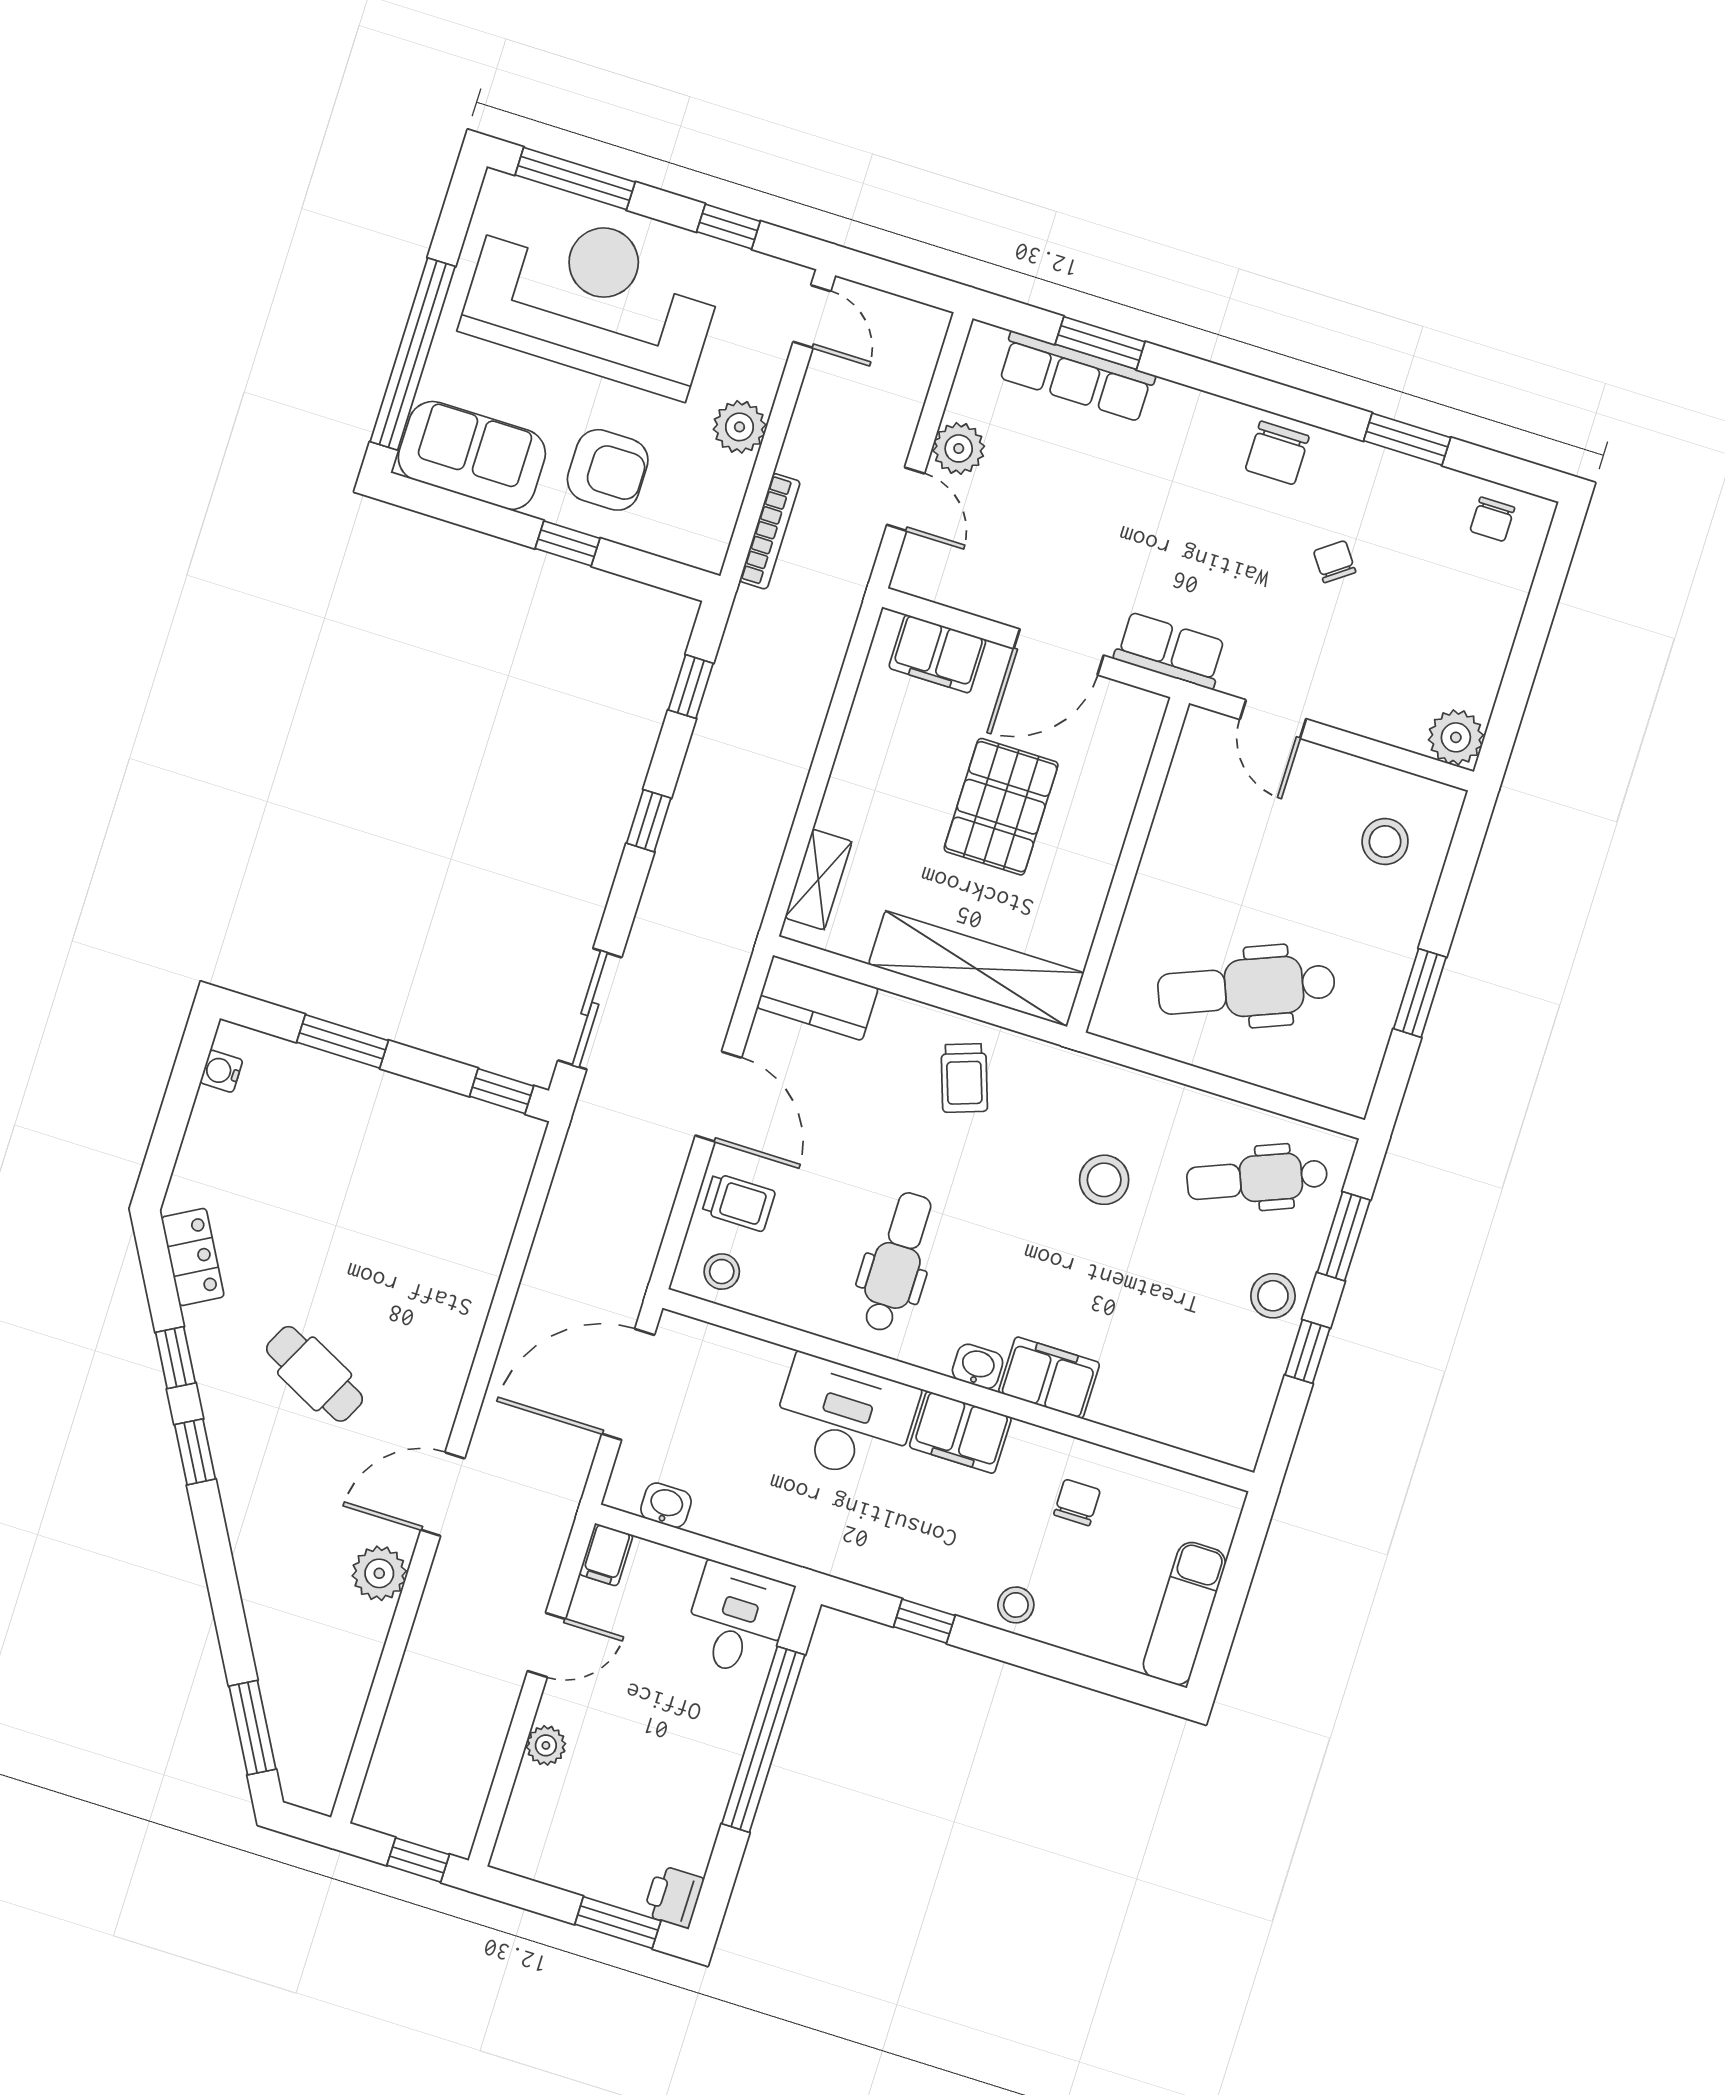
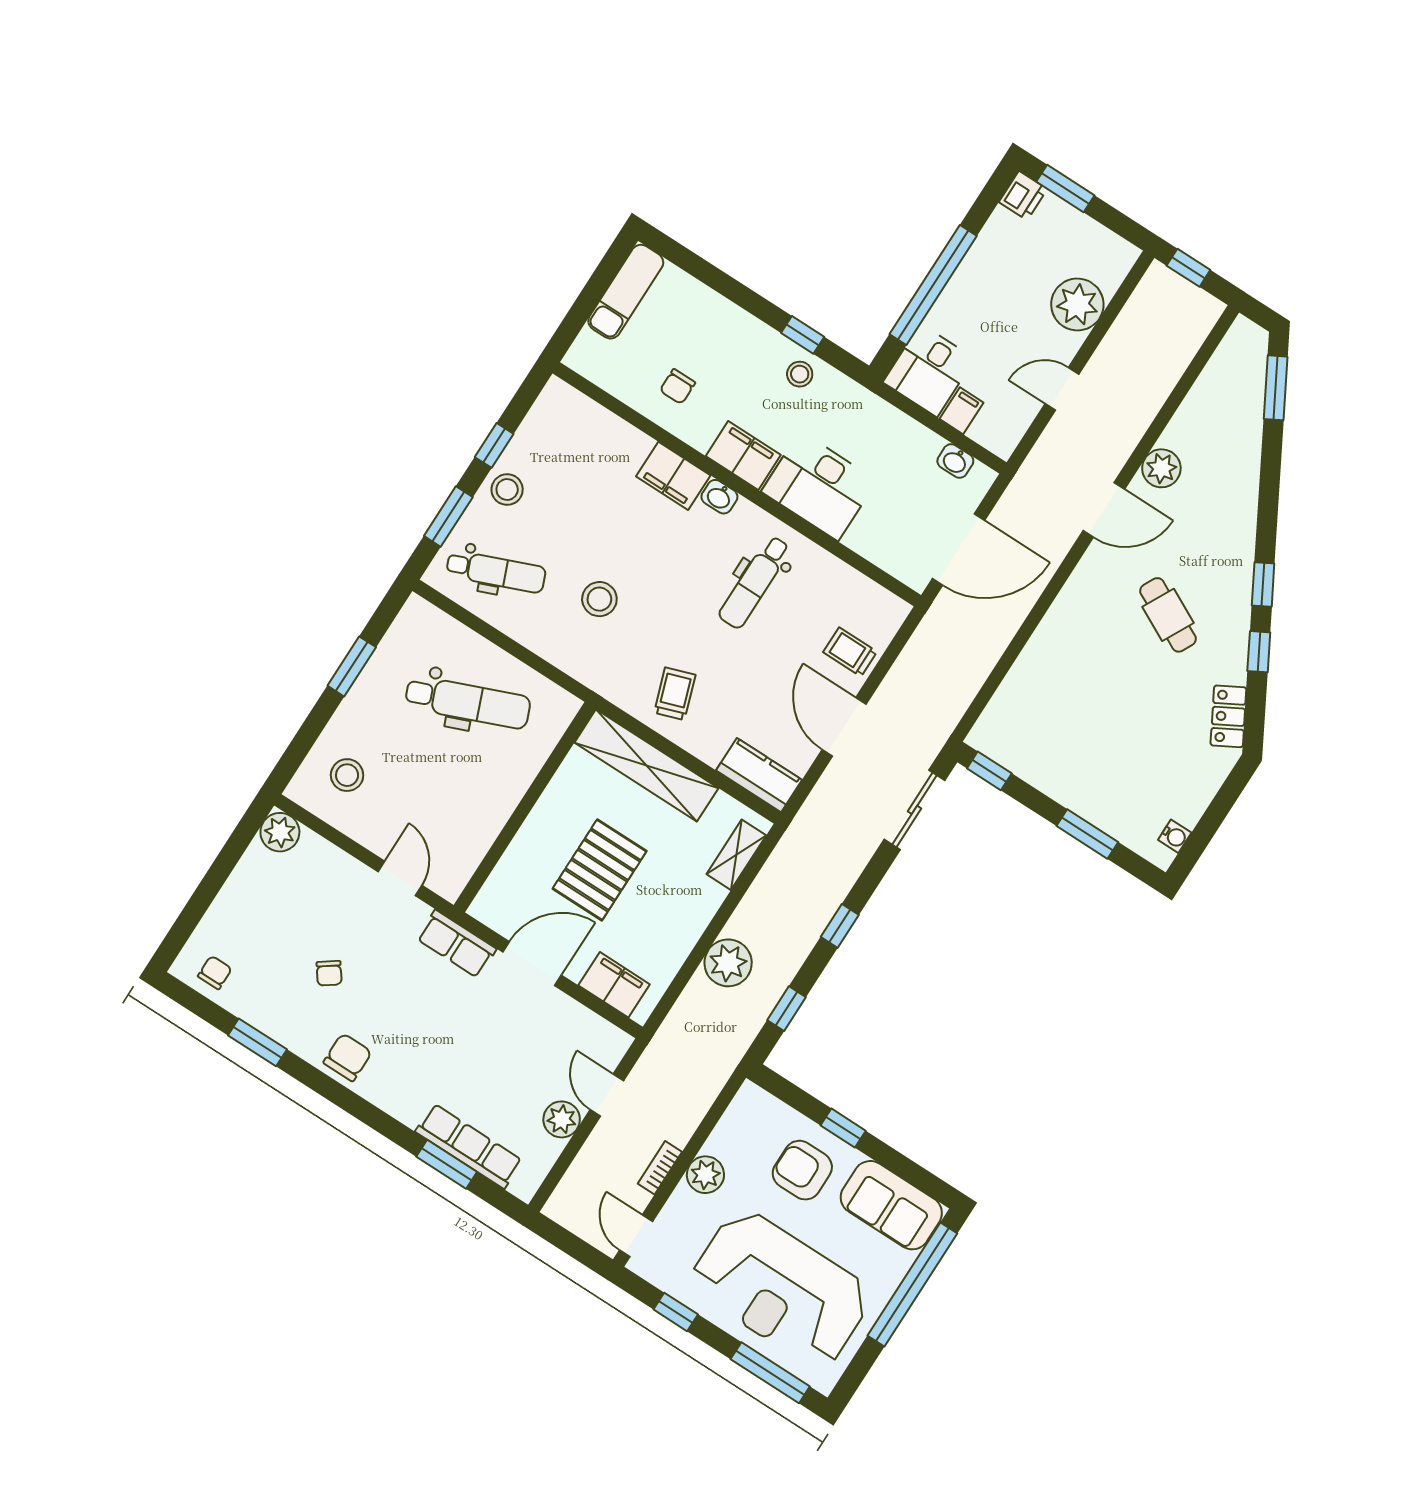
bookcase: (770, 531) -> (660, 1168), moved, width x0.64
plant: (789, 727) -> (728, 963), added
stool: (722, 1272) -> (874, 608), removed
filing cabinet: (606, 1555) -> (962, 411), moved
stool: (1016, 1605) -> (800, 374), moved
plant: (546, 1745) -> (1077, 304), width x1.88, depth x1.88

